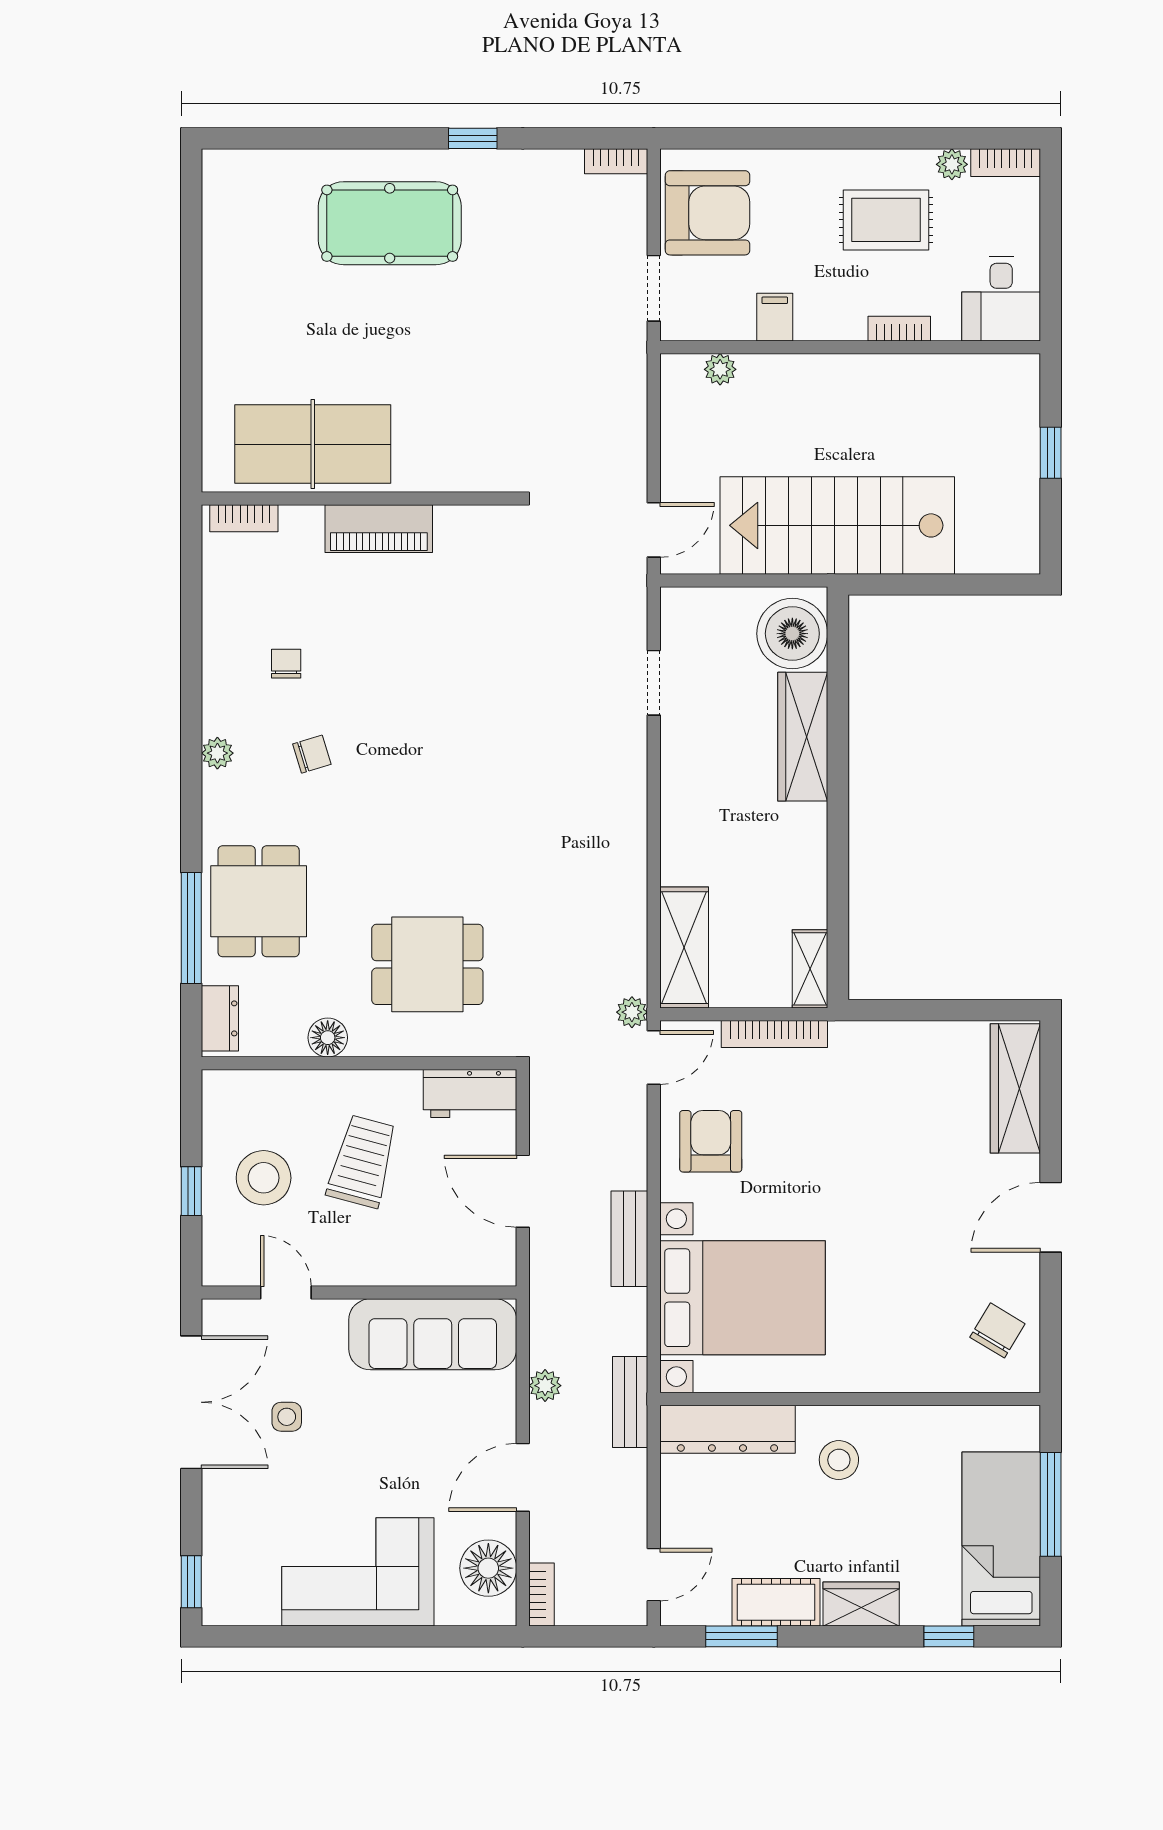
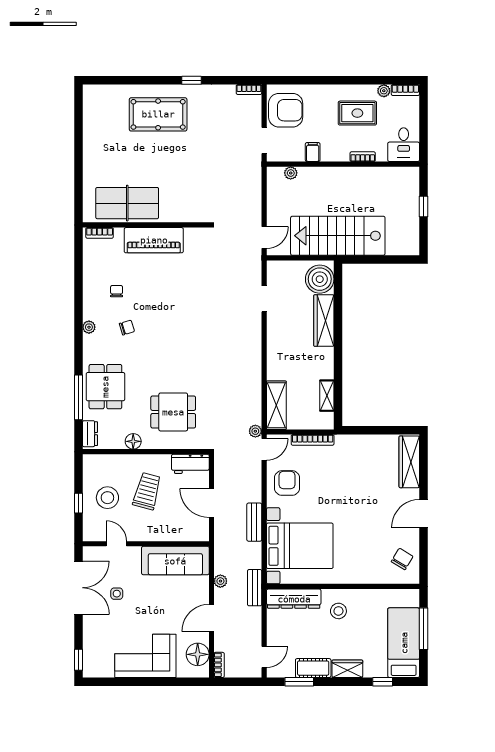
piano: (379, 529) -> (154, 240), width x1.37, depth x1.33
shelving: (810, 969) -> (327, 396), moved

